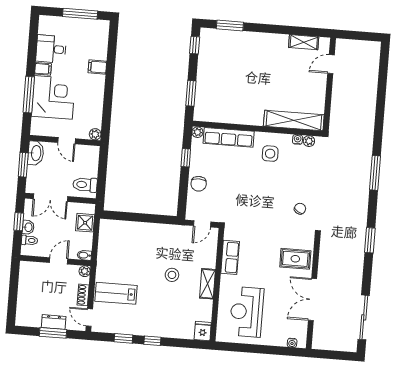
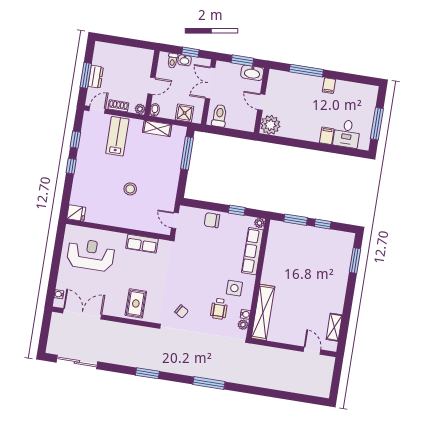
window: (195, 45) -> (323, 224), moved
desk: (51, 49) -> (347, 134), moved, turned 180
corner desk: (53, 97) -> (302, 93), removed
plant: (95, 134) -> (270, 125), width x1.88, depth x1.88
door: (67, 141) -> (261, 102), hinge flipped
wheelchair: (294, 168) -> (219, 309), added
window: (128, 217) -> (187, 153), added
door: (59, 261) -> (151, 86), hinge flipped
shelving: (207, 284) -> (157, 128), moved
double door: (313, 299) -> (82, 314), moved

